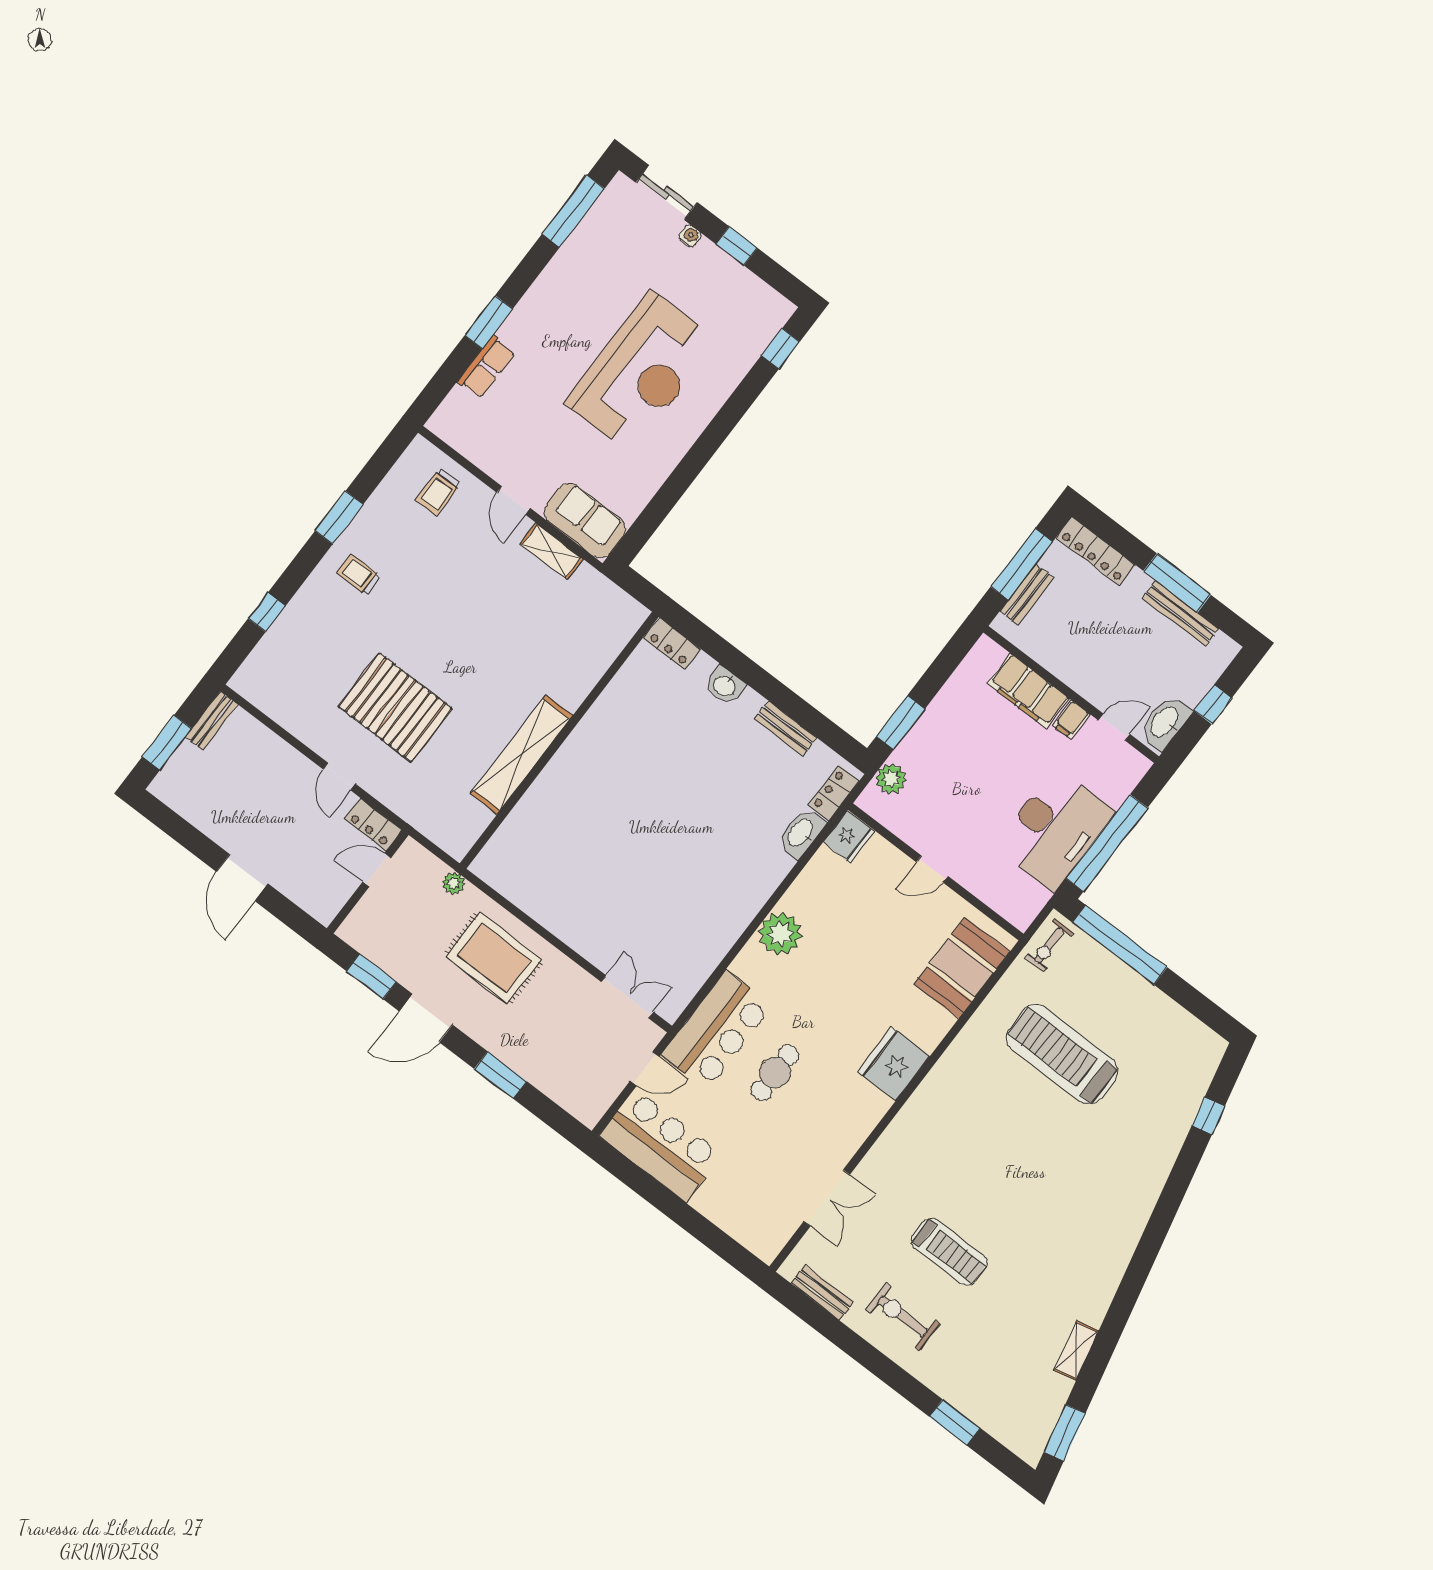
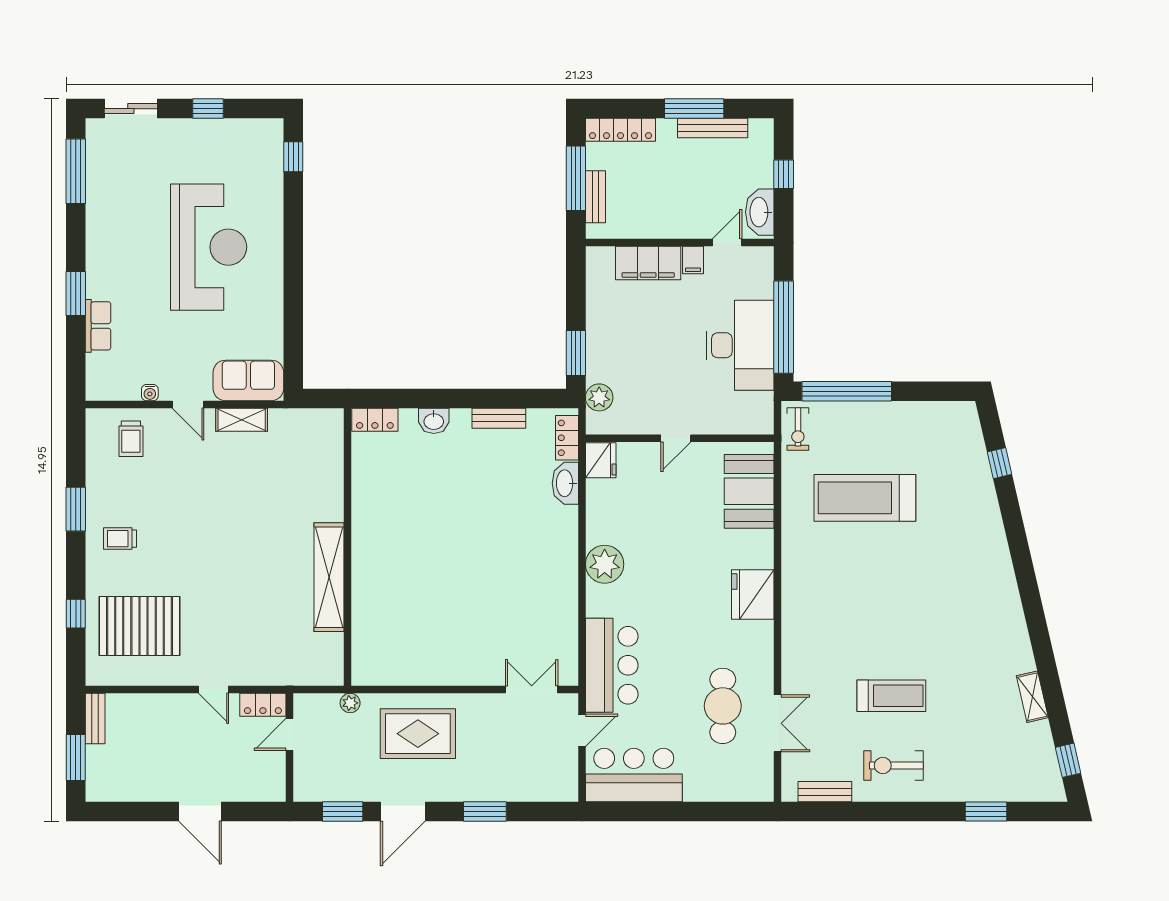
water cooler: (690, 236) -> (150, 393), moved, turned 180
pallet: (395, 707) -> (139, 626), moved
cafe table: (775, 1073) -> (723, 706), moved, width x1.37, depth x1.35
window: (1064, 1433) -> (1068, 760), width x0.67

